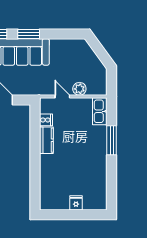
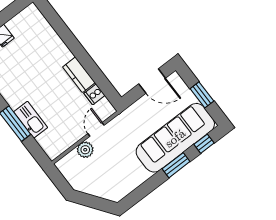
door: (62, 97) -> (96, 129), swing flipped
kitchen sink: (100, 111) -> (31, 120), moved

